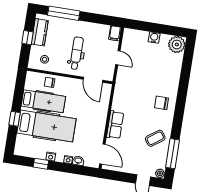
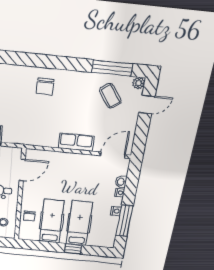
hospital bed: (46, 126) -> (79, 223), width x0.73, depth x0.78
coffee table: (155, 138) -> (110, 96), moved
window: (41, 164) -> (124, 221), width x2.17

